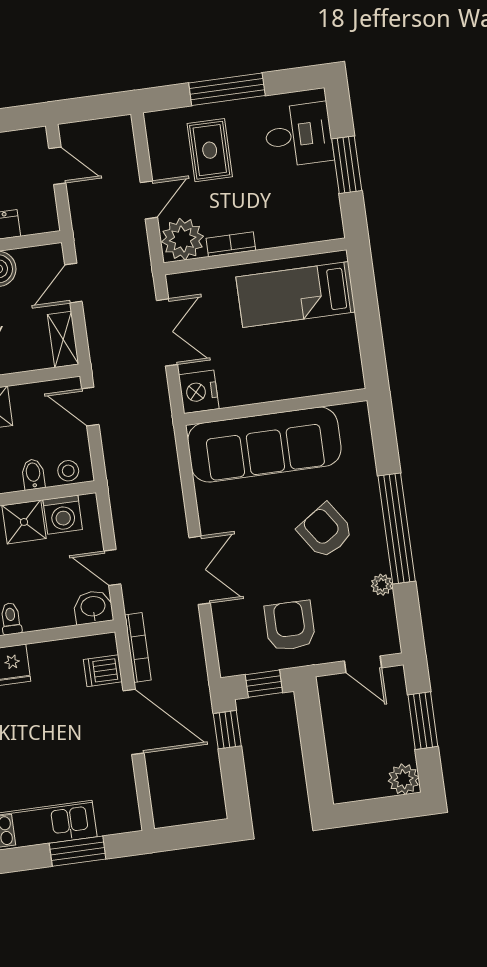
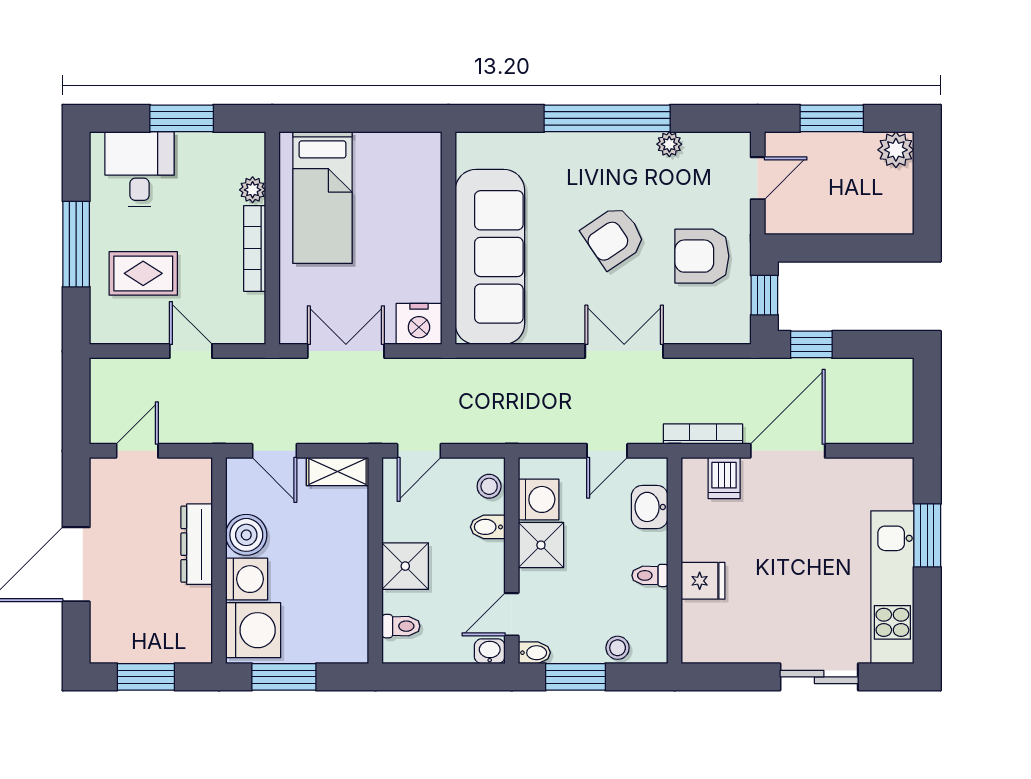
plant: (183, 239) -> (253, 190), moved, width x0.53, depth x0.53
bookcase: (231, 244) -> (255, 248), width x1.56
armchair: (325, 531) -> (614, 237), moved
washbasin: (93, 607) -> (650, 507), moved

